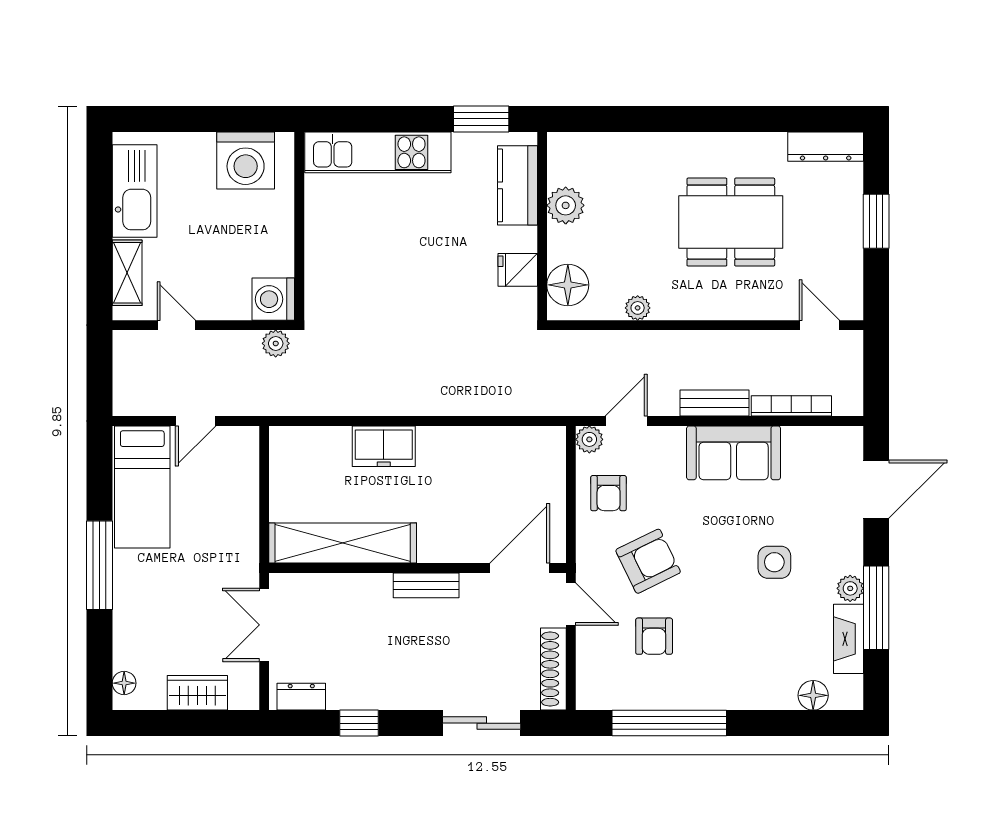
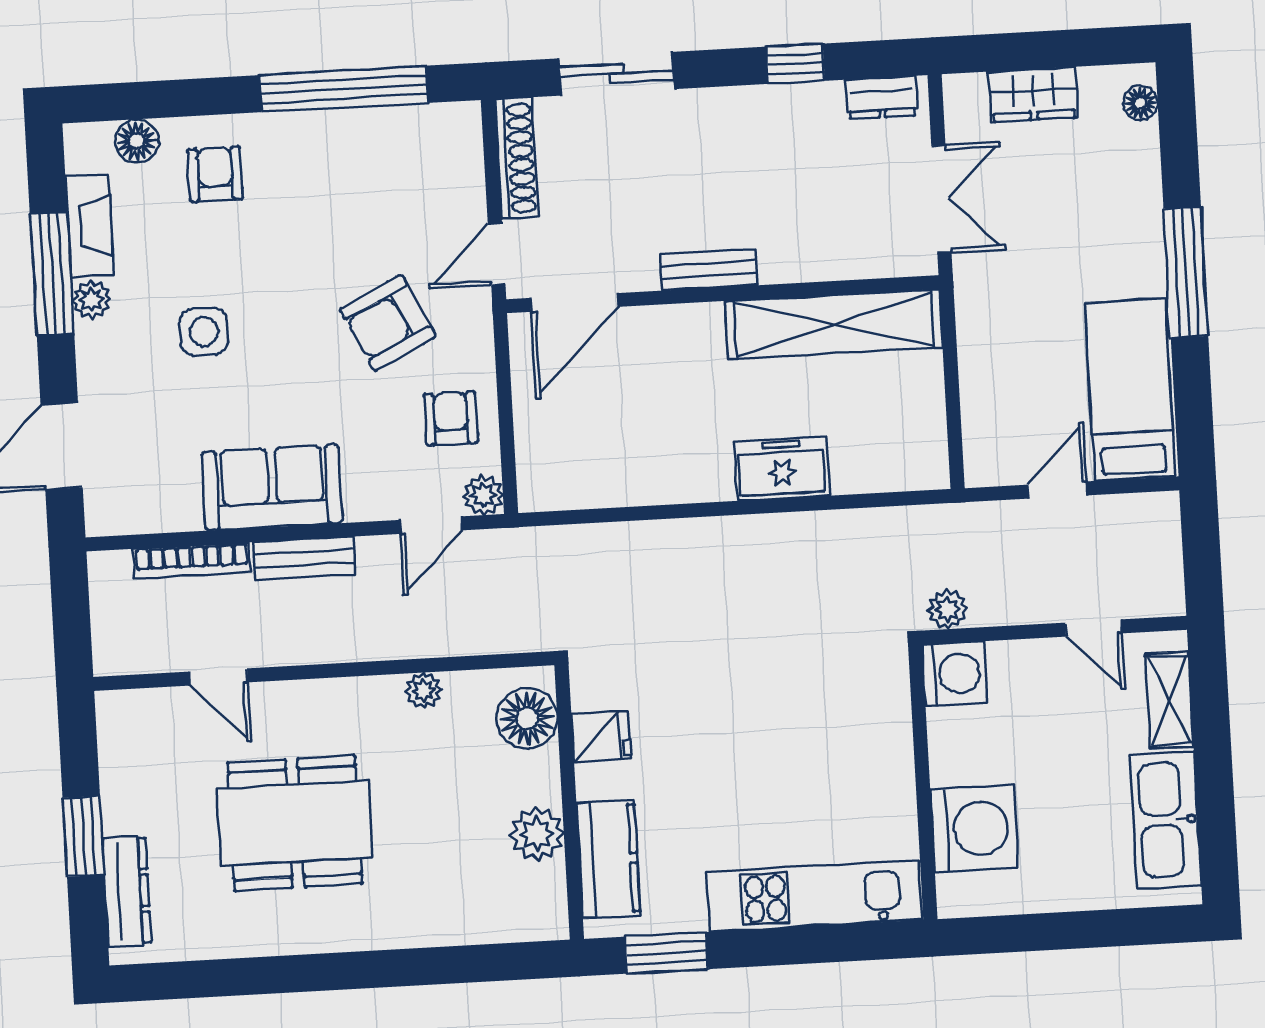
dresser: (826, 147) -> (127, 891), moved, turned 90
washing machine: (246, 160) -> (974, 829), moved, turned 90
door: (819, 325) -> (218, 677), moved
door: (571, 604) -> (497, 254), hinge flipped
armchair: (654, 636) -> (215, 174), moved

